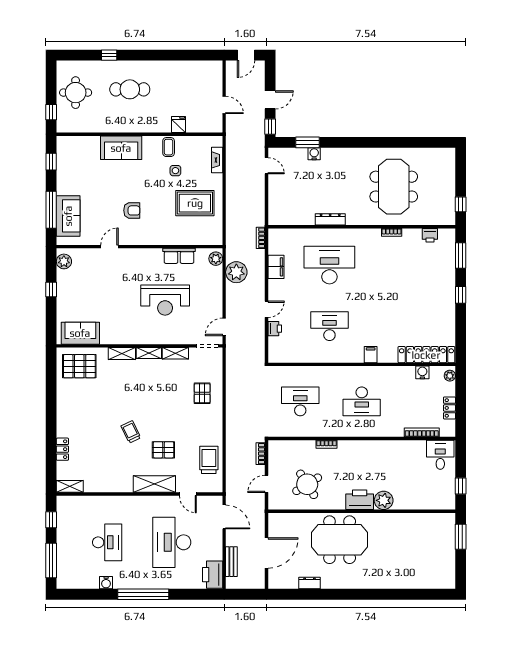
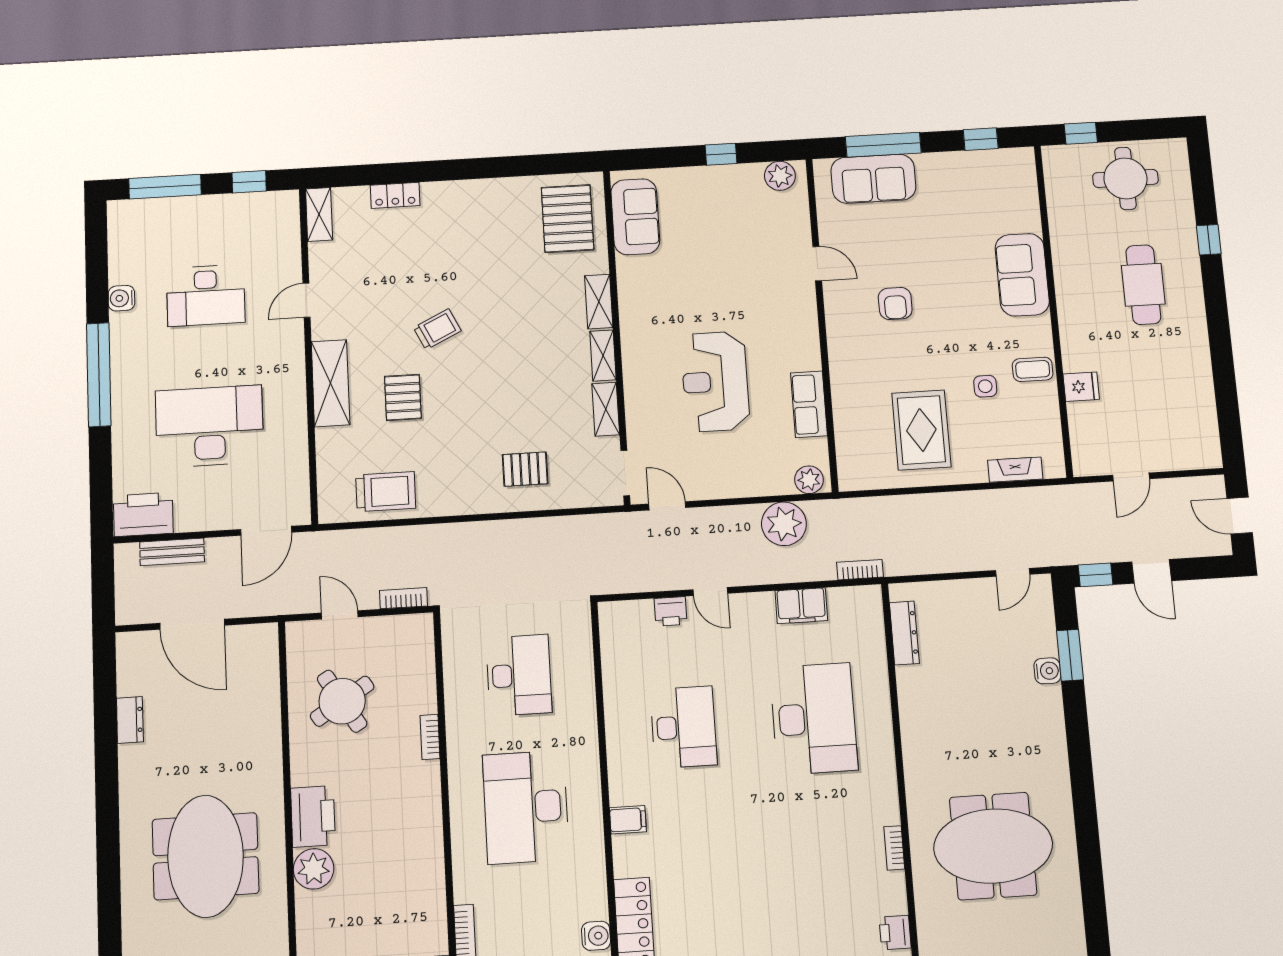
dresser: (330, 219) -> (904, 633), moved
desk: (362, 401) -> (526, 807), width x1.36, depth x1.30
door: (188, 494) -> (306, 300), moved
meeting table: (340, 540) -> (206, 856), moved

